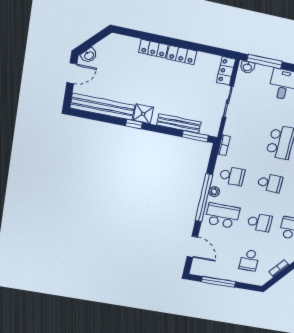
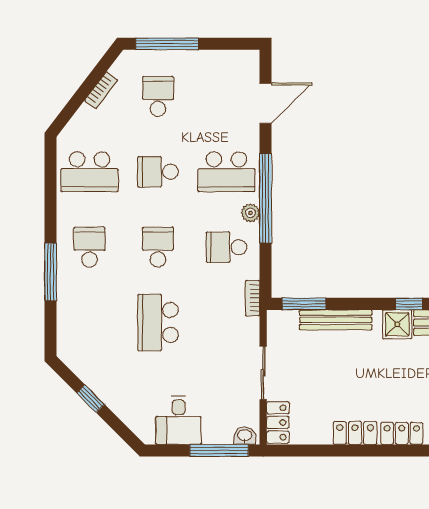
school desk: (270, 183) -> (158, 247), turned 90
door: (192, 247) -> (266, 103), swing flipped
window: (219, 282) -> (167, 44), moved

